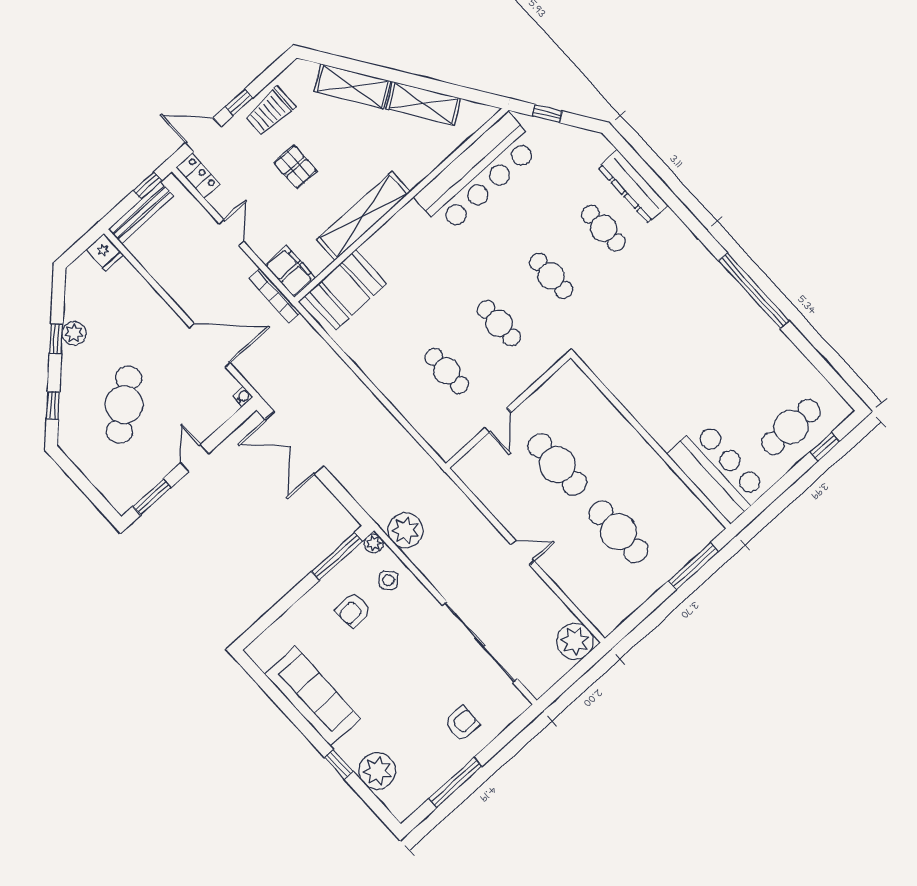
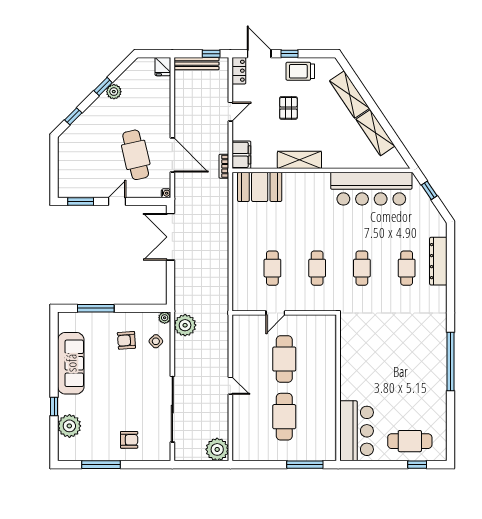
shelving: (363, 216) -> (299, 160), width x0.68
bookcase: (275, 296) -> (224, 166), width x0.64
cafe table: (124, 405) -> (136, 155), moved, turned -65
window: (337, 556) -> (96, 308), moved

